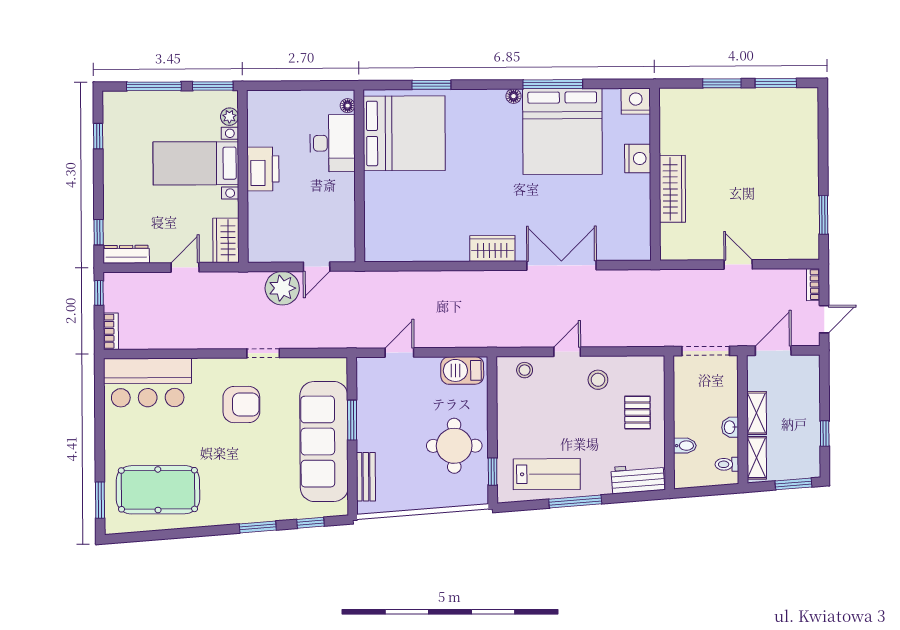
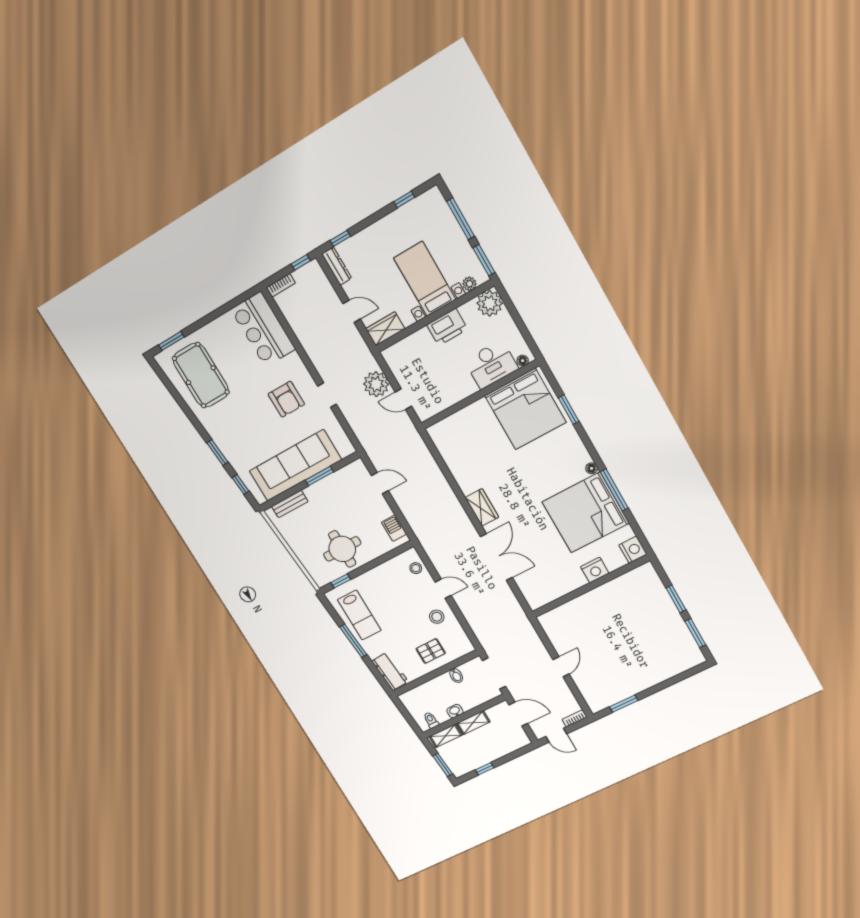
plant: (263, 107) -> (490, 303), added
wardrobe: (672, 189) -> (587, 602), removed
barbecue: (462, 370) -> (394, 528), width x0.73, depth x0.79
bidet: (685, 446) -> (456, 675), moved

